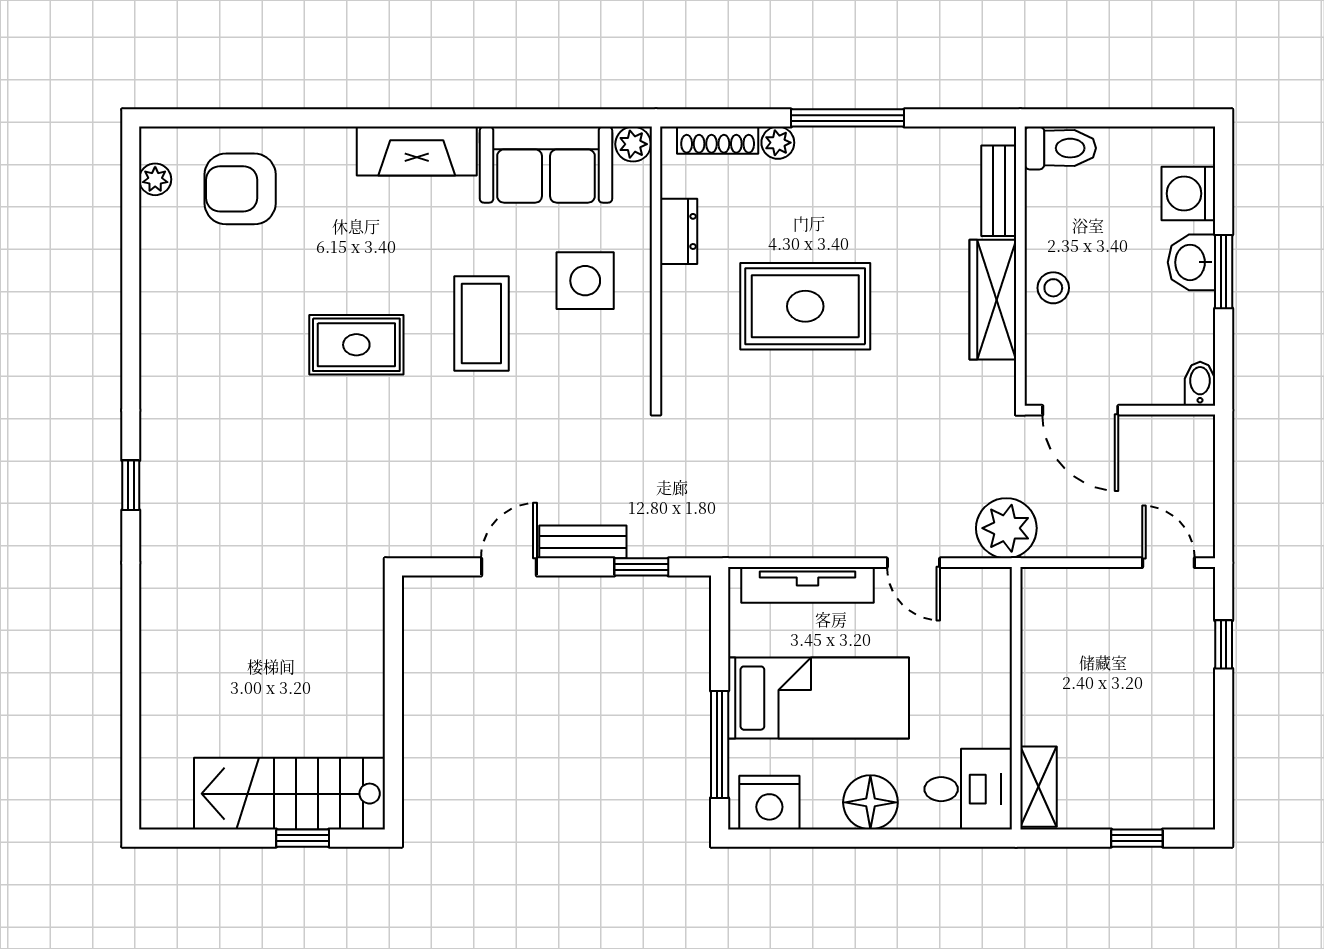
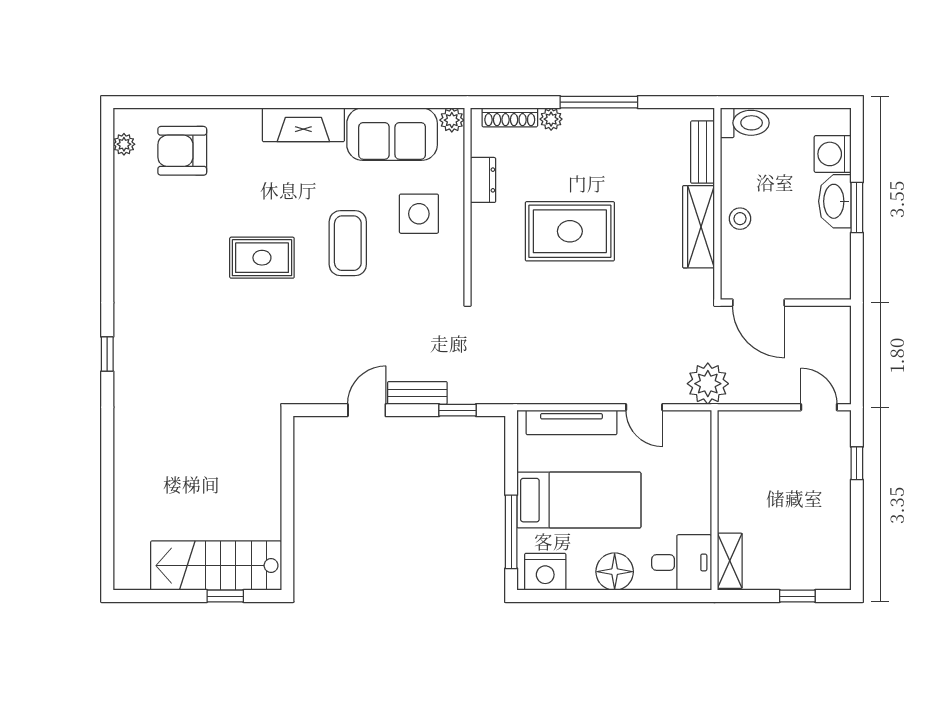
washbasin: (1191, 262) -> (835, 201), width x1.38
bidet: (1200, 384) -> (841, 284), removed

